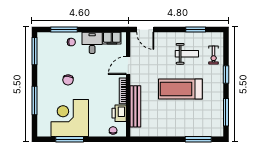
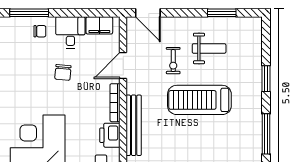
exercise bike: (214, 55) -> (173, 61), moved
chair: (68, 80) -> (63, 72), moved

